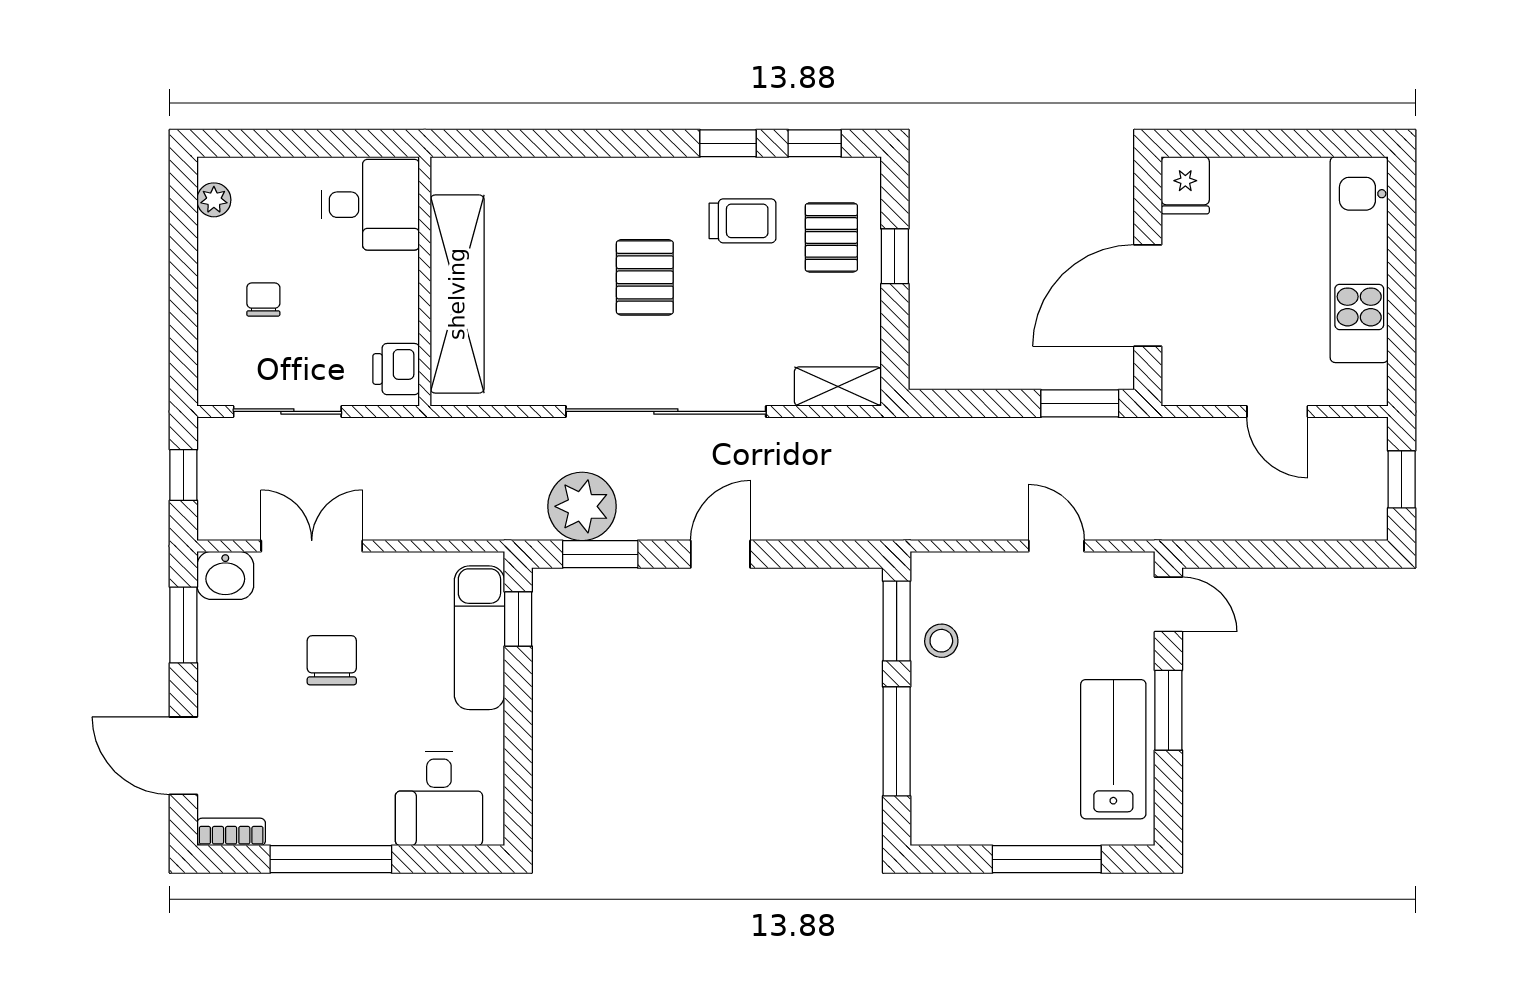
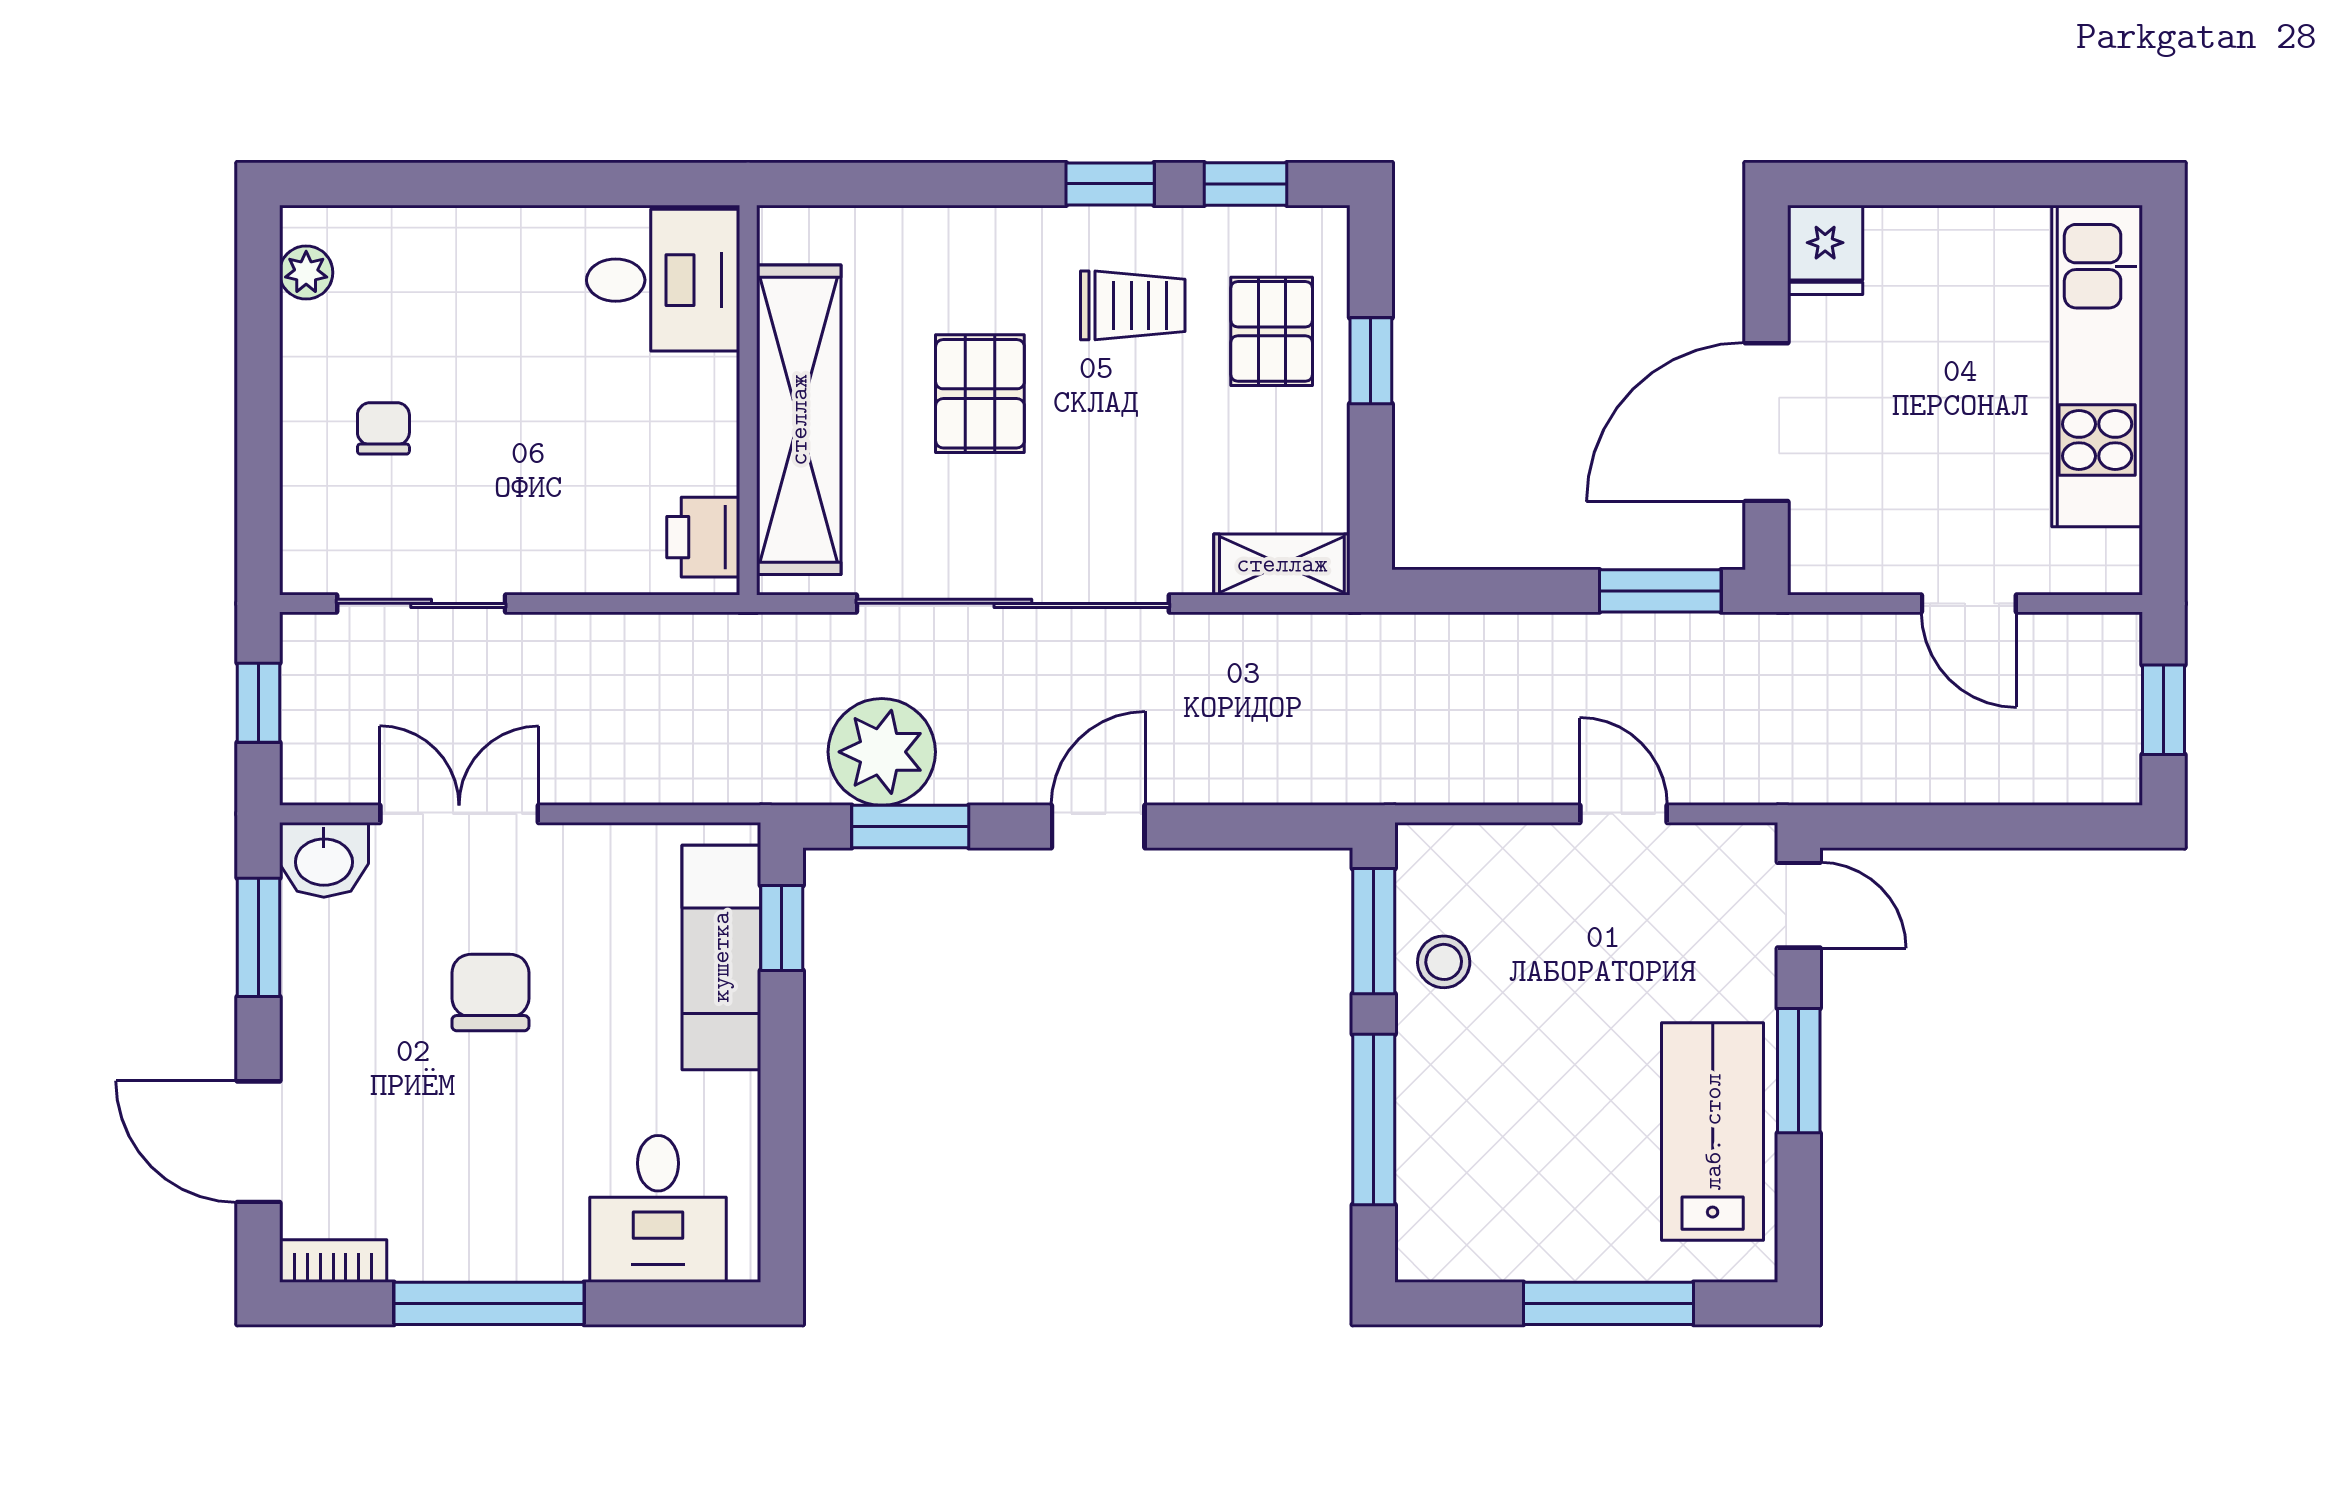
desk: (370, 205) -> (663, 280), moved
wall: (425, 281) -> (748, 400), moved
shelving: (457, 294) -> (799, 420), moved
printer: (396, 369) -> (703, 537), moved

